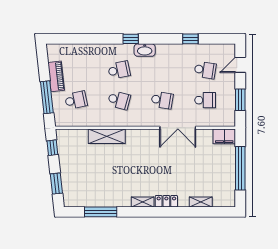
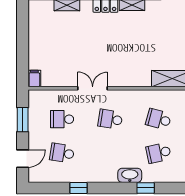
double door: (178, 128) -> (93, 88), width x0.73
filing cabinet: (224, 136) -> (34, 79), width x0.50
window: (240, 168) -> (23, 43), removed

